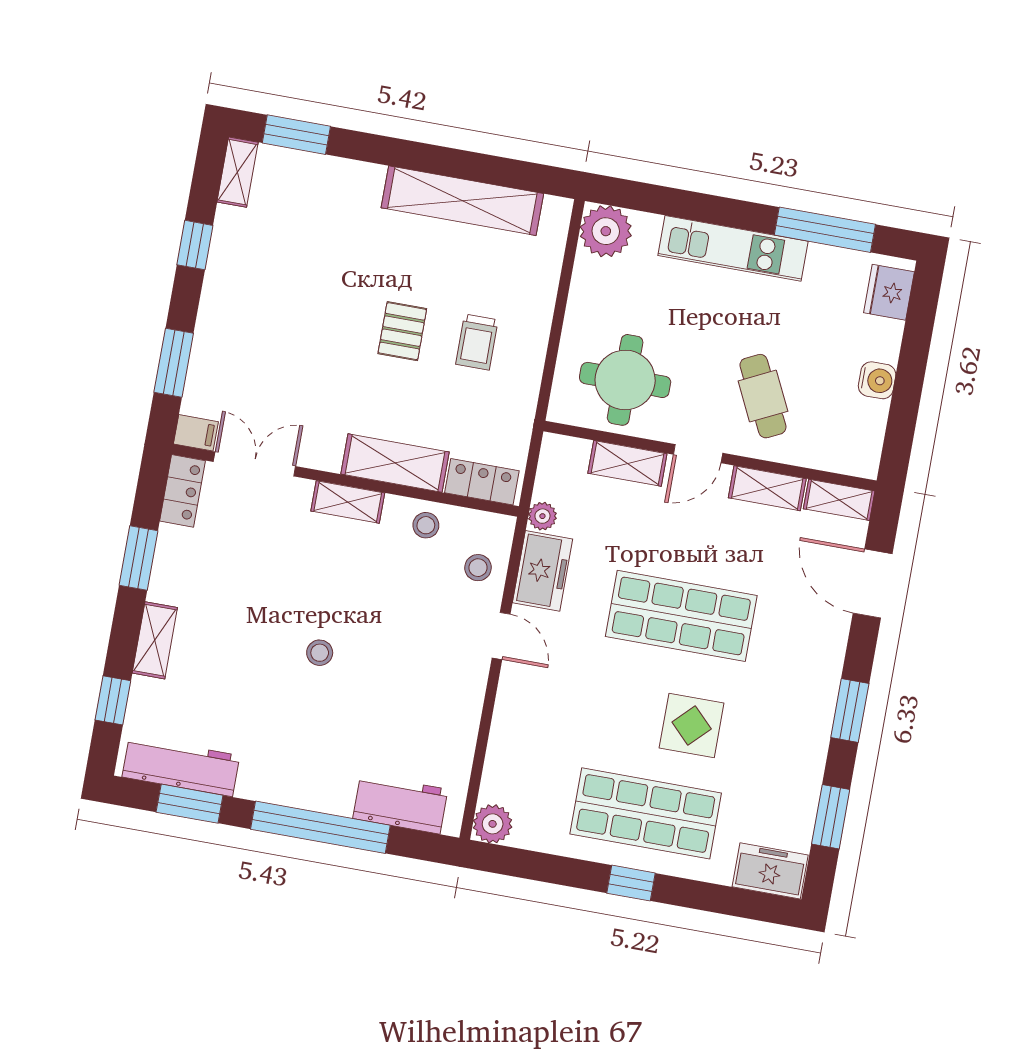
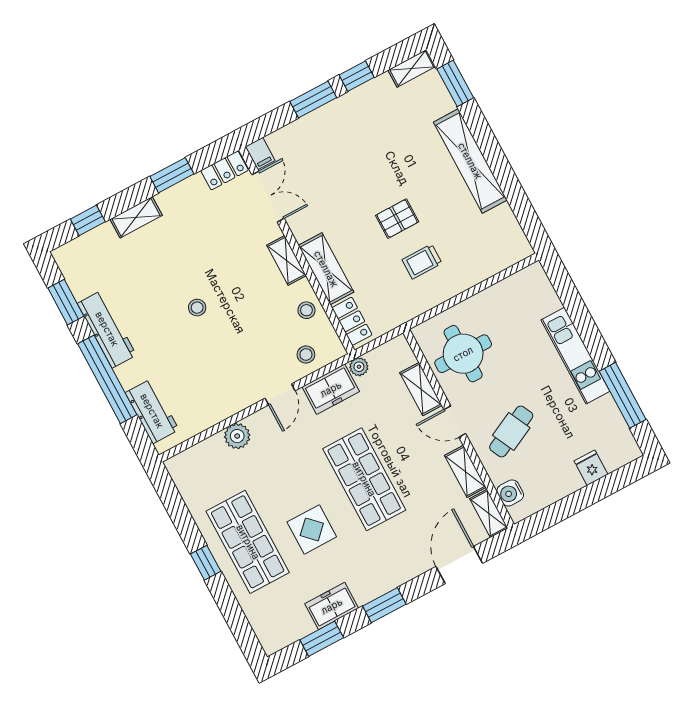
shelving: (462, 201) -> (470, 161), moved
plant: (606, 231) -> (532, 283), removed
fridge: (889, 292) -> (591, 468), moved, width x0.72
window: (174, 363) -> (313, 99), moved
water cooler: (877, 380) -> (510, 493), moved, turned 90
workbench: (181, 766) -> (107, 329), moved
plant: (493, 824) -> (237, 436), moved
freezer: (770, 871) -> (332, 606), moved, turned -90

